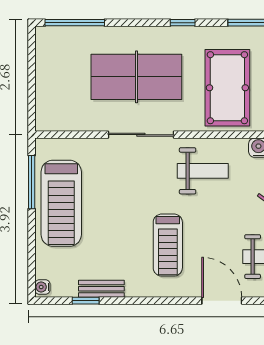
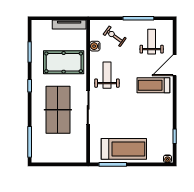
treadmill: (168, 245) -> (153, 85), moved, turned 180
bench: (101, 289) -> (168, 128), removed

